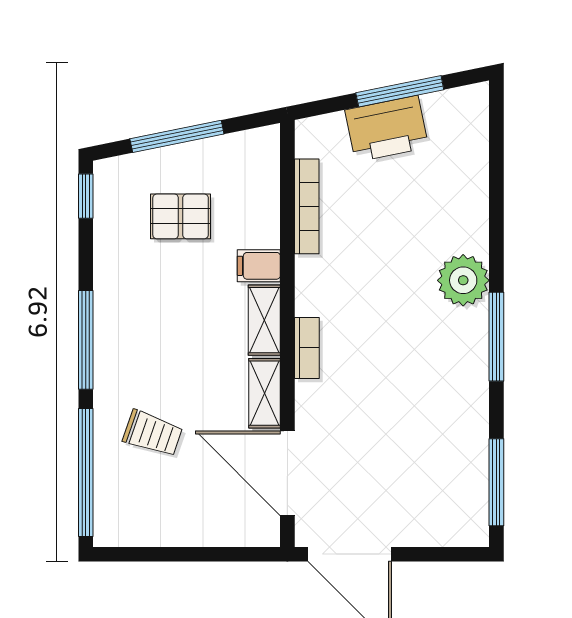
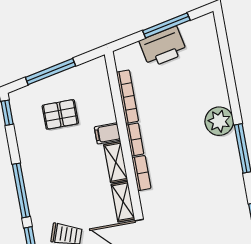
bookcase: (306, 286) -> (135, 139), added

